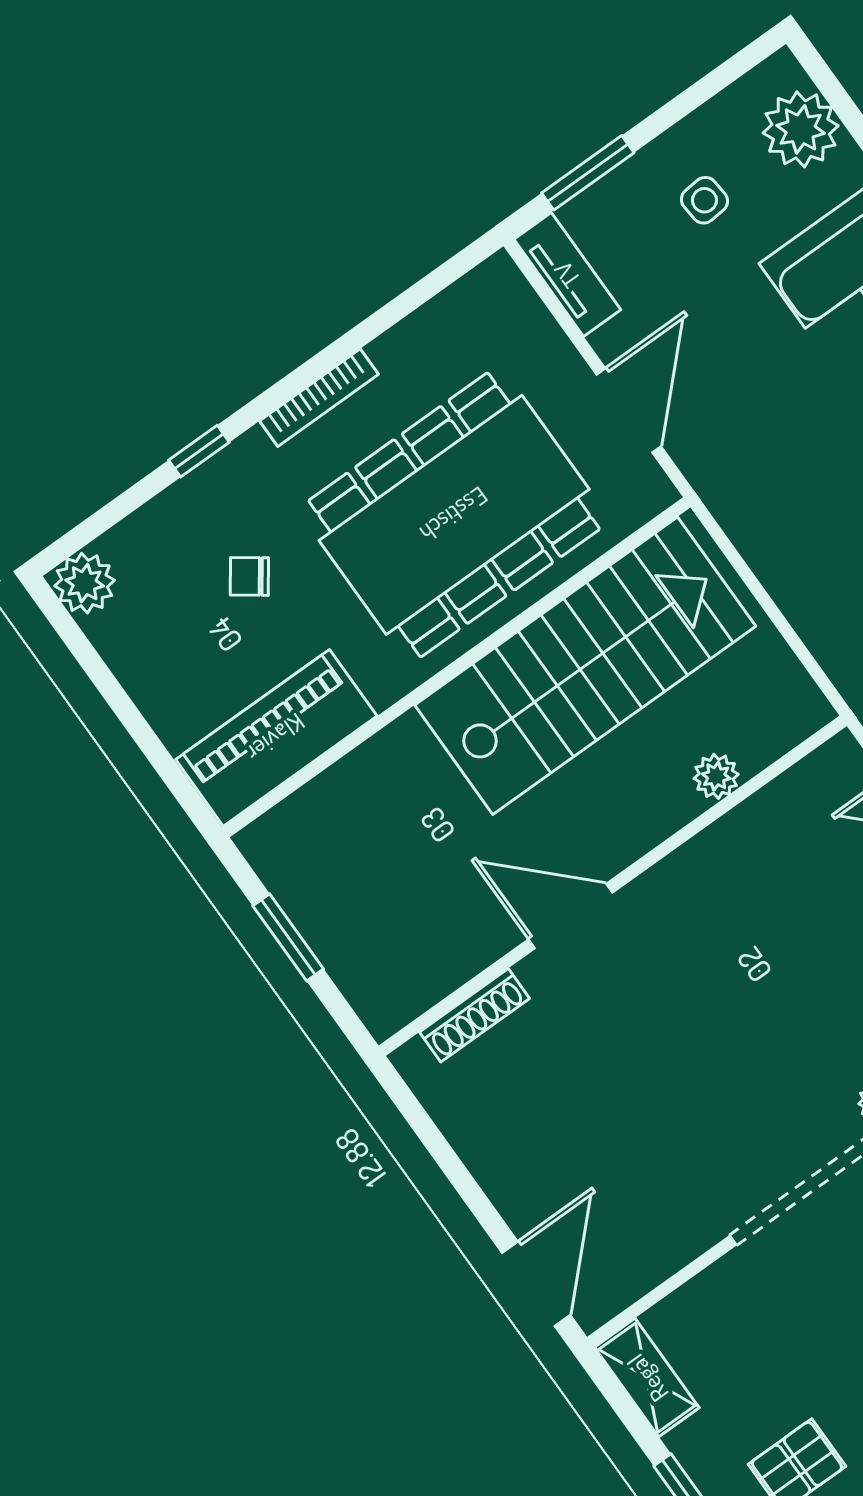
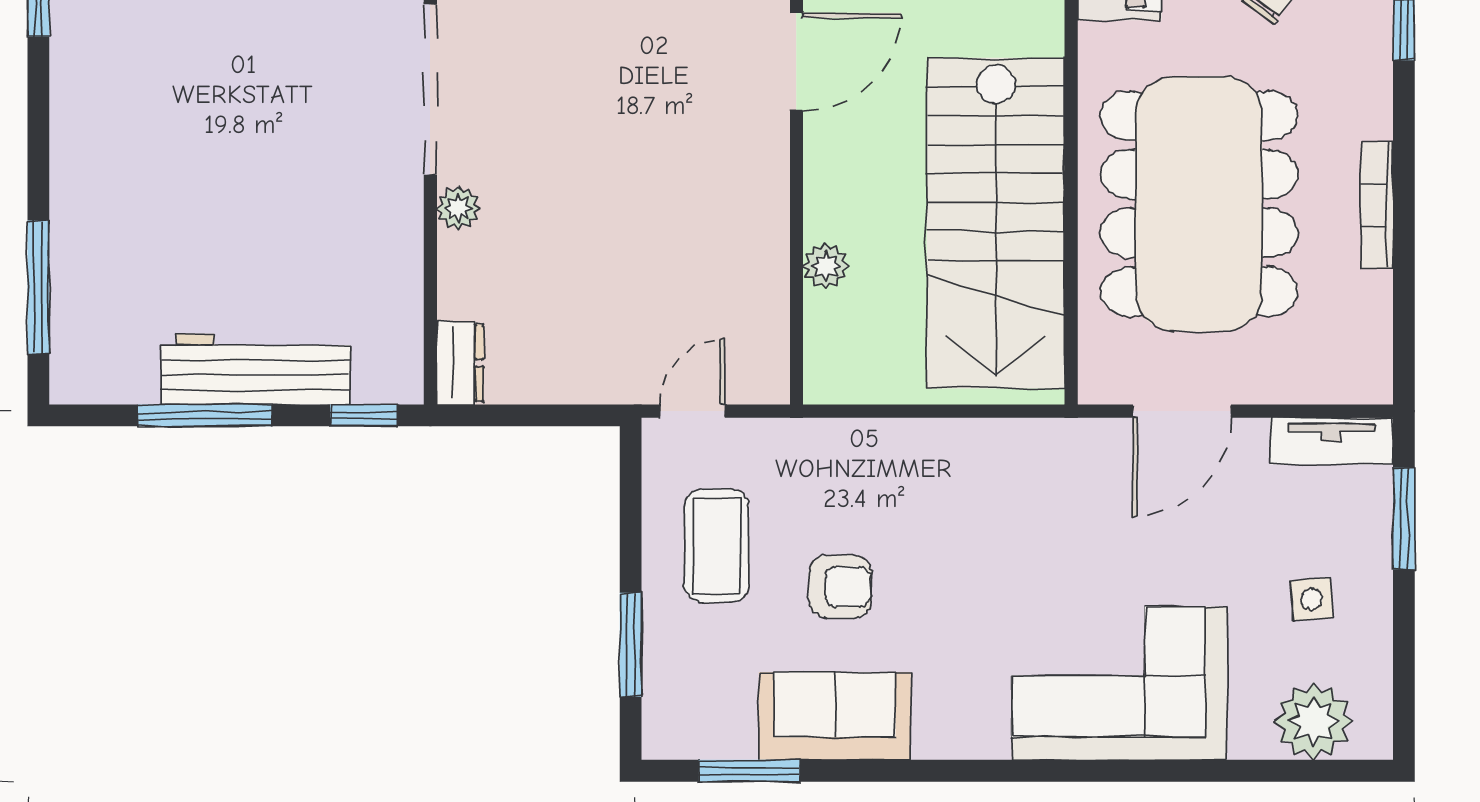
bookcase: (319, 398) -> (1377, 205), moved
door: (629, 410) -> (1182, 411), hinge flipped

